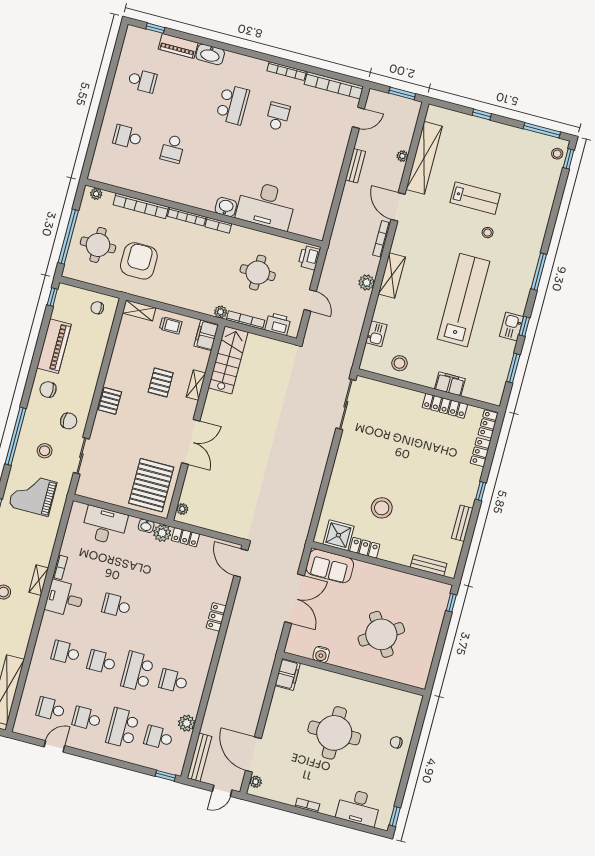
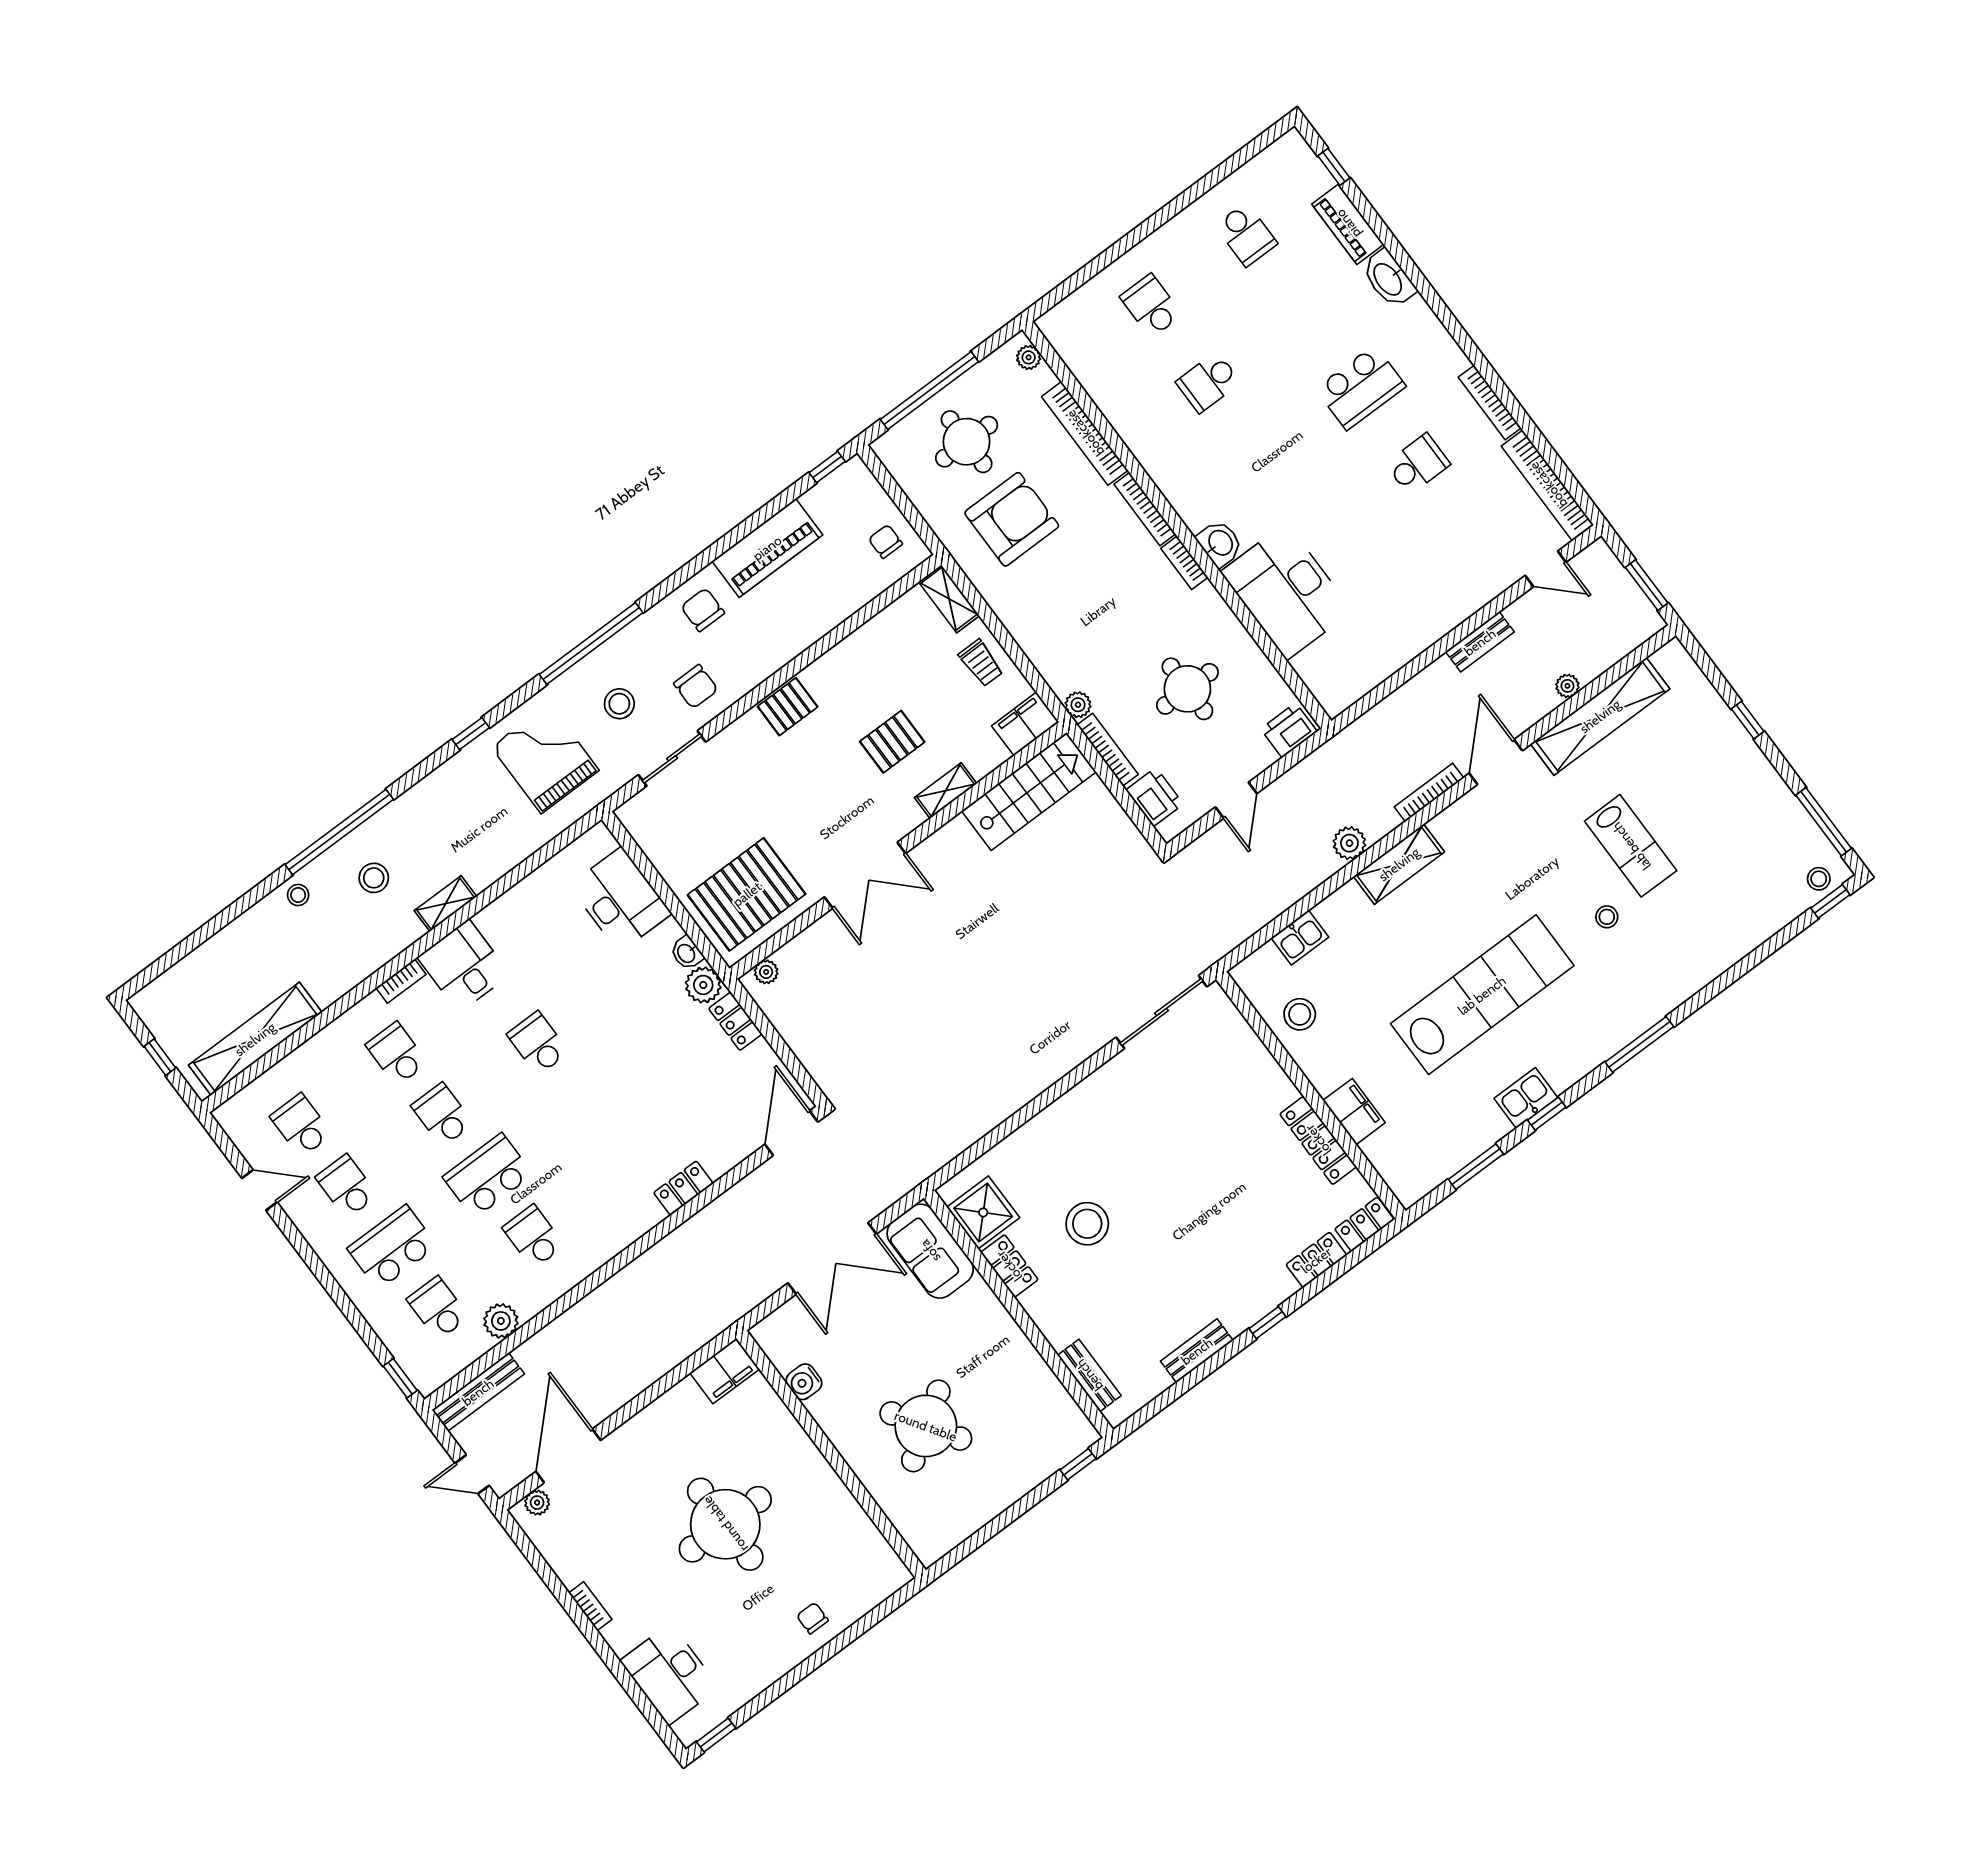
bookcase: (60, 567) -> (401, 981), moved

